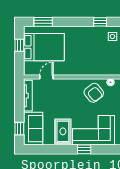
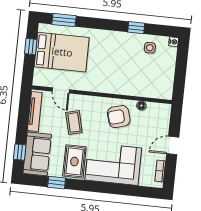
door: (46, 77) -> (61, 90), swing flipped
armchair: (94, 93) -> (119, 117), turned 113
coffee table: (59, 101) -> (74, 122), added
window: (84, 149) -> (57, 183), moved

